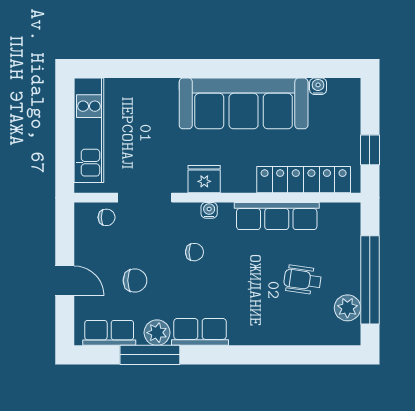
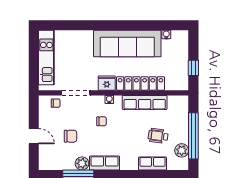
locker: (304, 180) -> (141, 83), moved
row of seats: (109, 333) -> (153, 164), moved

